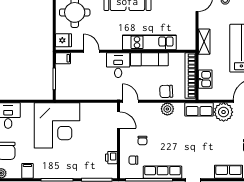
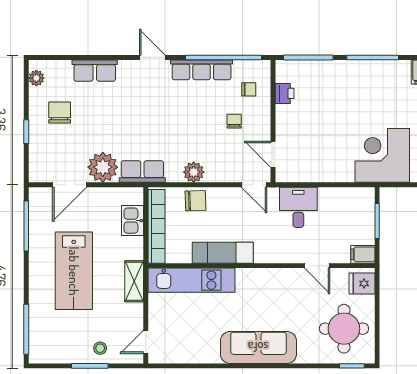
kitchen unit: (149, 42) -> (191, 280), moved
desk: (118, 65) -> (298, 207), moved, turned 180
corner desk: (57, 125) -> (382, 155), width x0.74, depth x0.74

